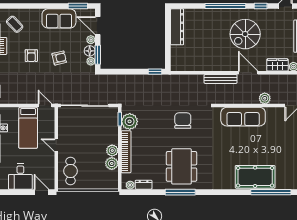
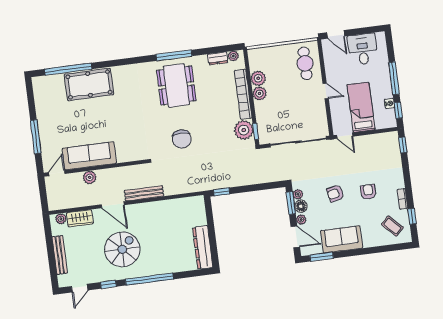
sofa: (243, 117) -> (89, 156), moved

